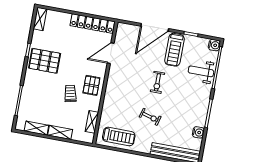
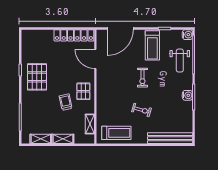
shelving: (40, 19) -> (26, 40), removed
door: (155, 27) -> (120, 29), moved
door: (111, 53) -> (95, 59), hinge flipped
pallet: (45, 61) -> (37, 77), turned 90
weight bench: (201, 71) -> (180, 61), turned -90
water cooler: (198, 132) -> (188, 95), moved

